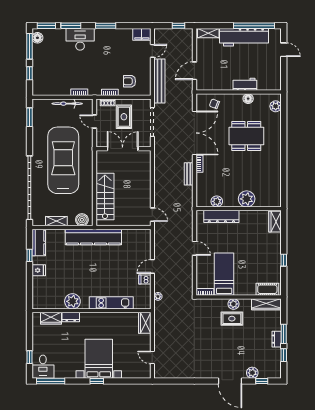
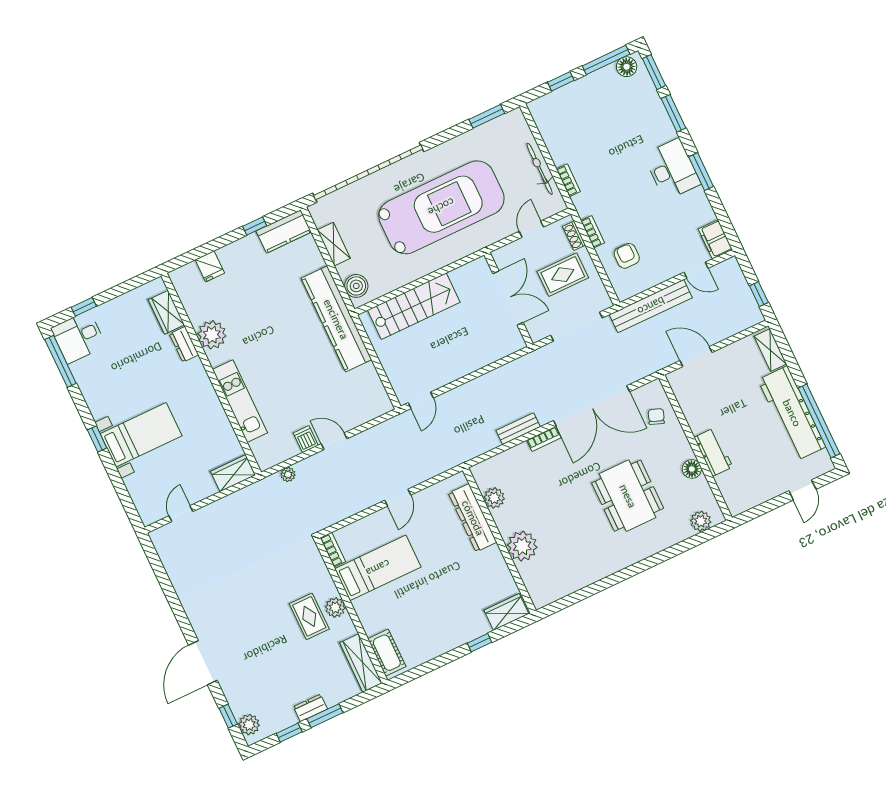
desk: (80, 39) -> (672, 169), moved
window: (284, 260) -> (479, 643), moved
fridge: (39, 270) -> (210, 266), moved
bed with nightstands: (99, 359) -> (141, 435), width x0.73
plant: (252, 373) -> (249, 725), moved

